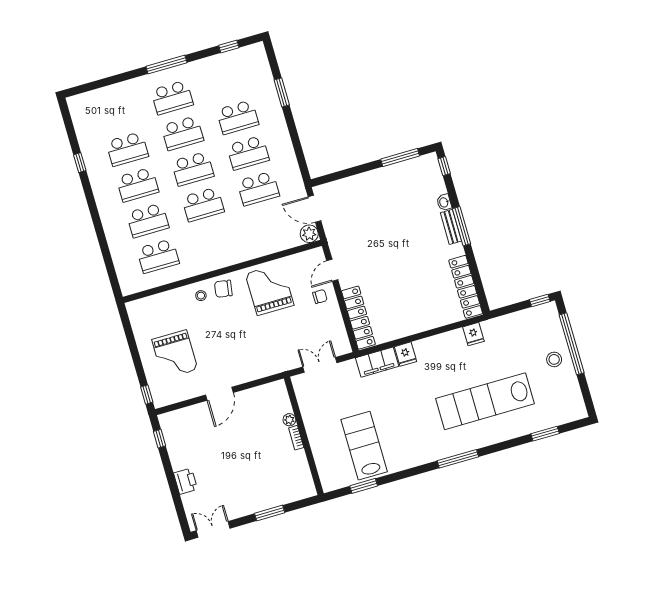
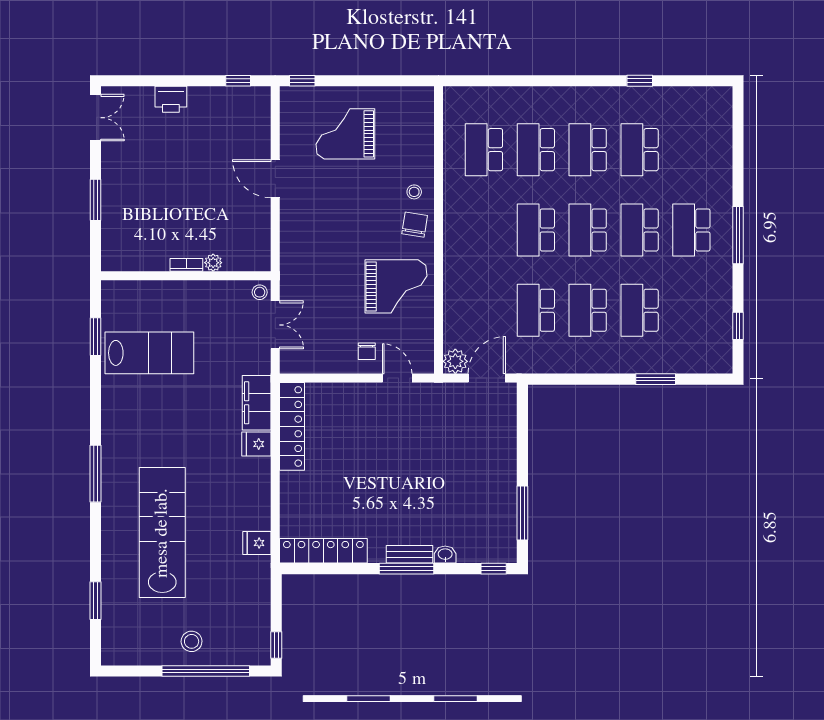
locker: (358, 318) -> (292, 426), moved, turned -90
stool: (301, 382) -> (260, 292), added

